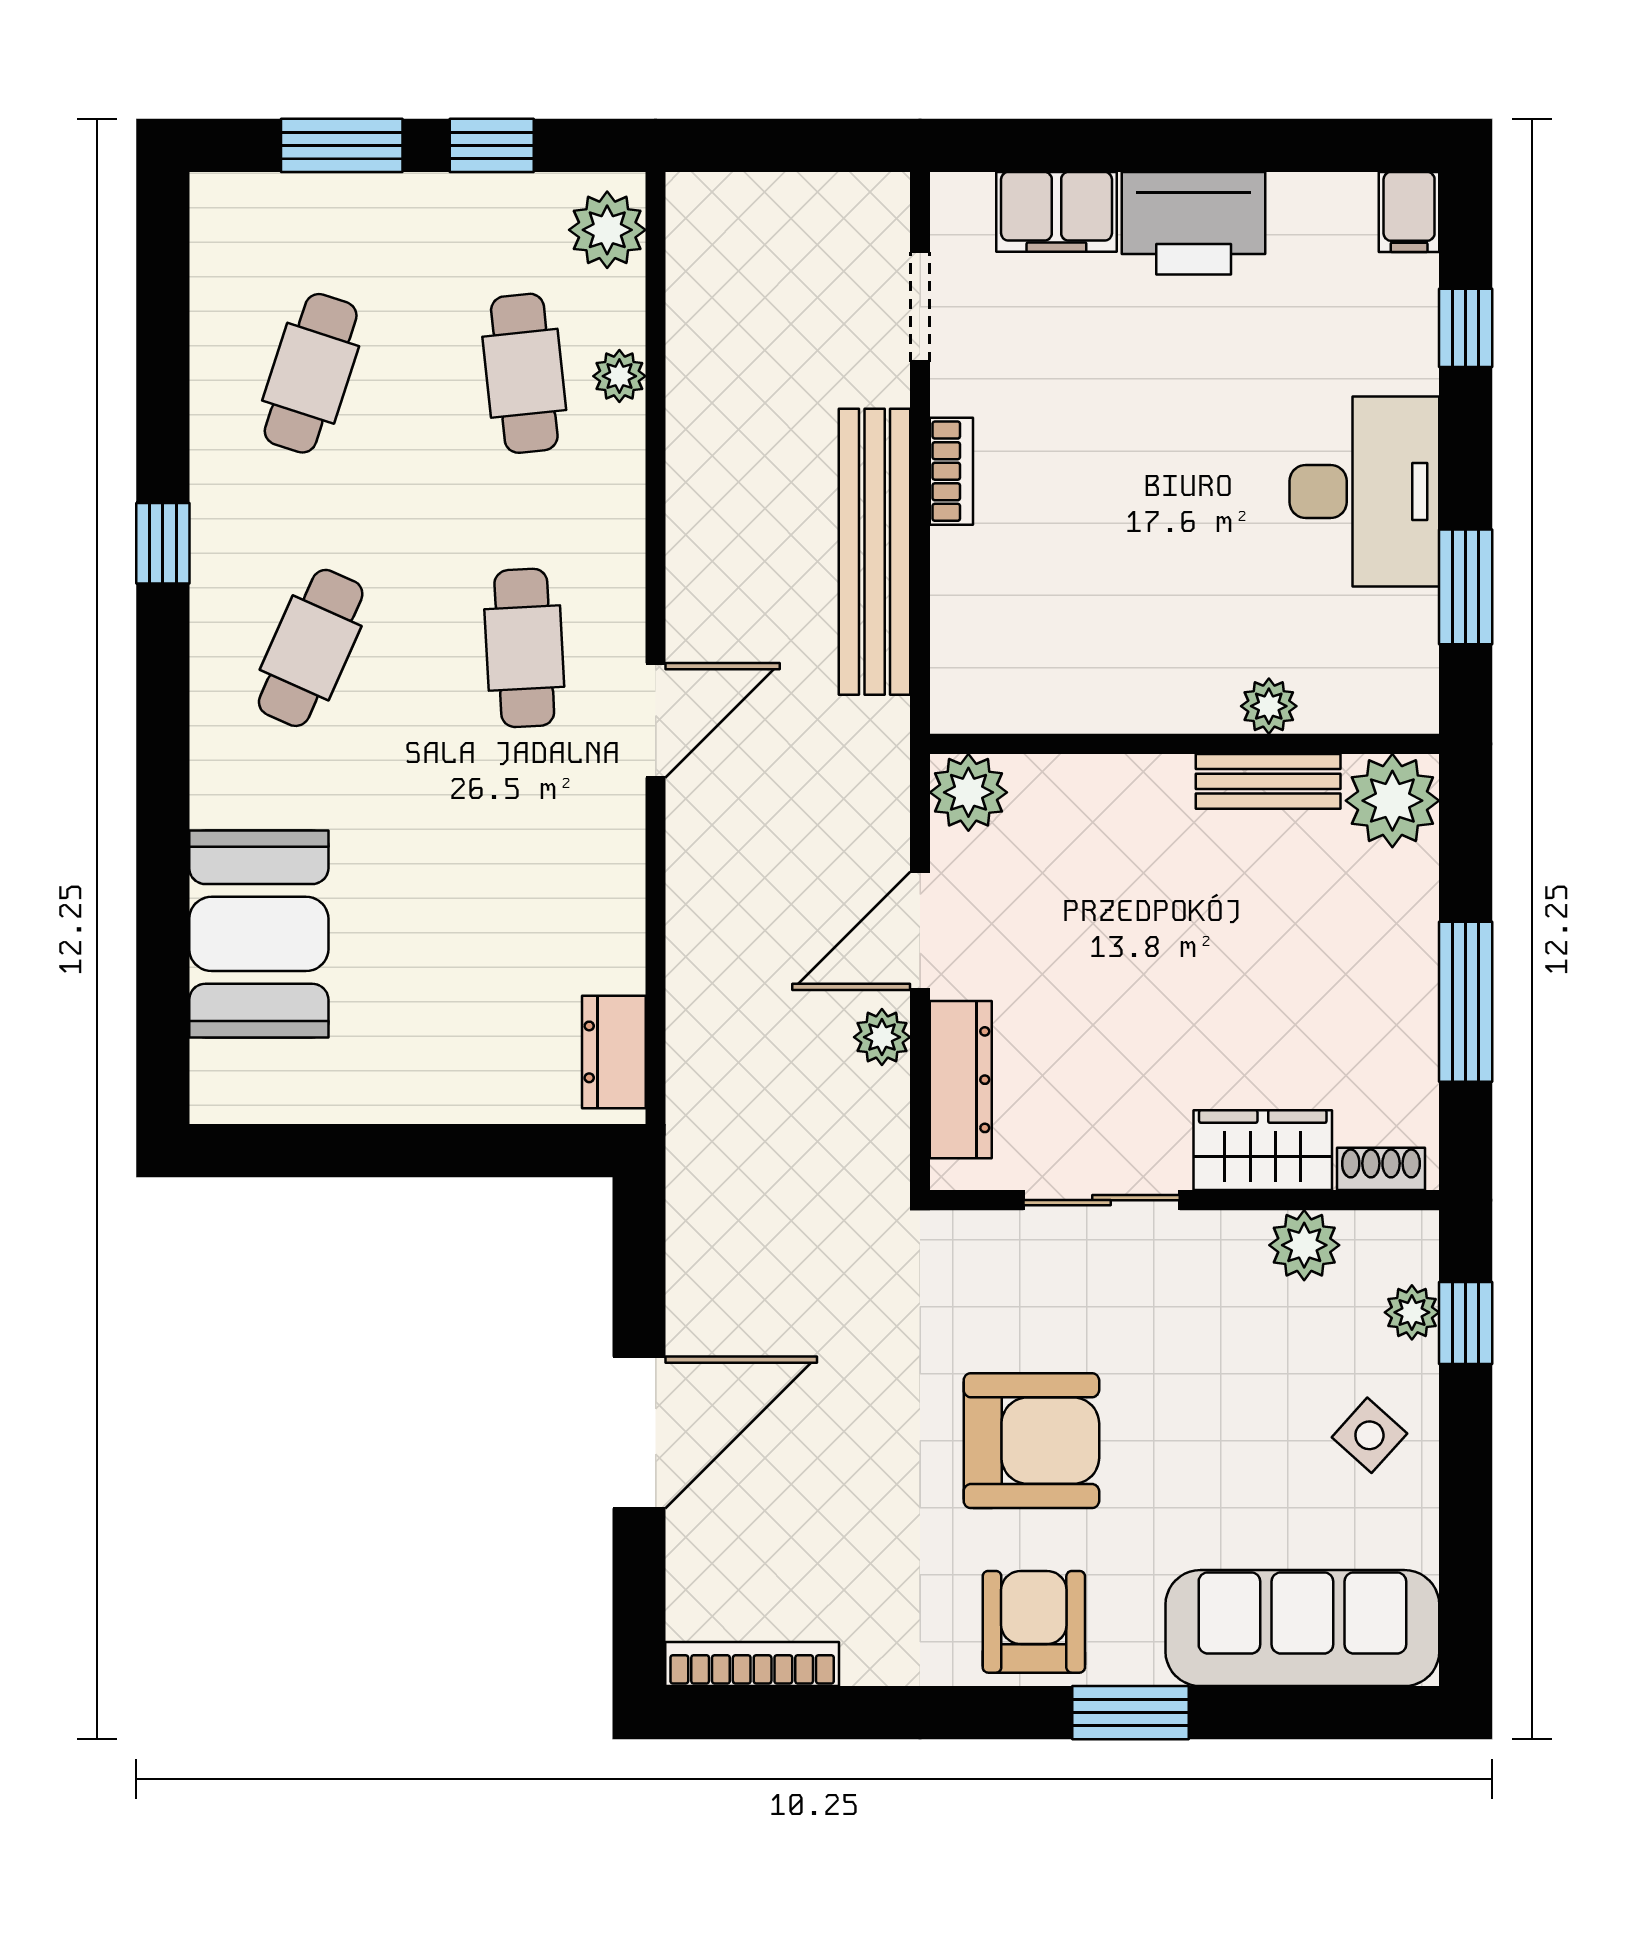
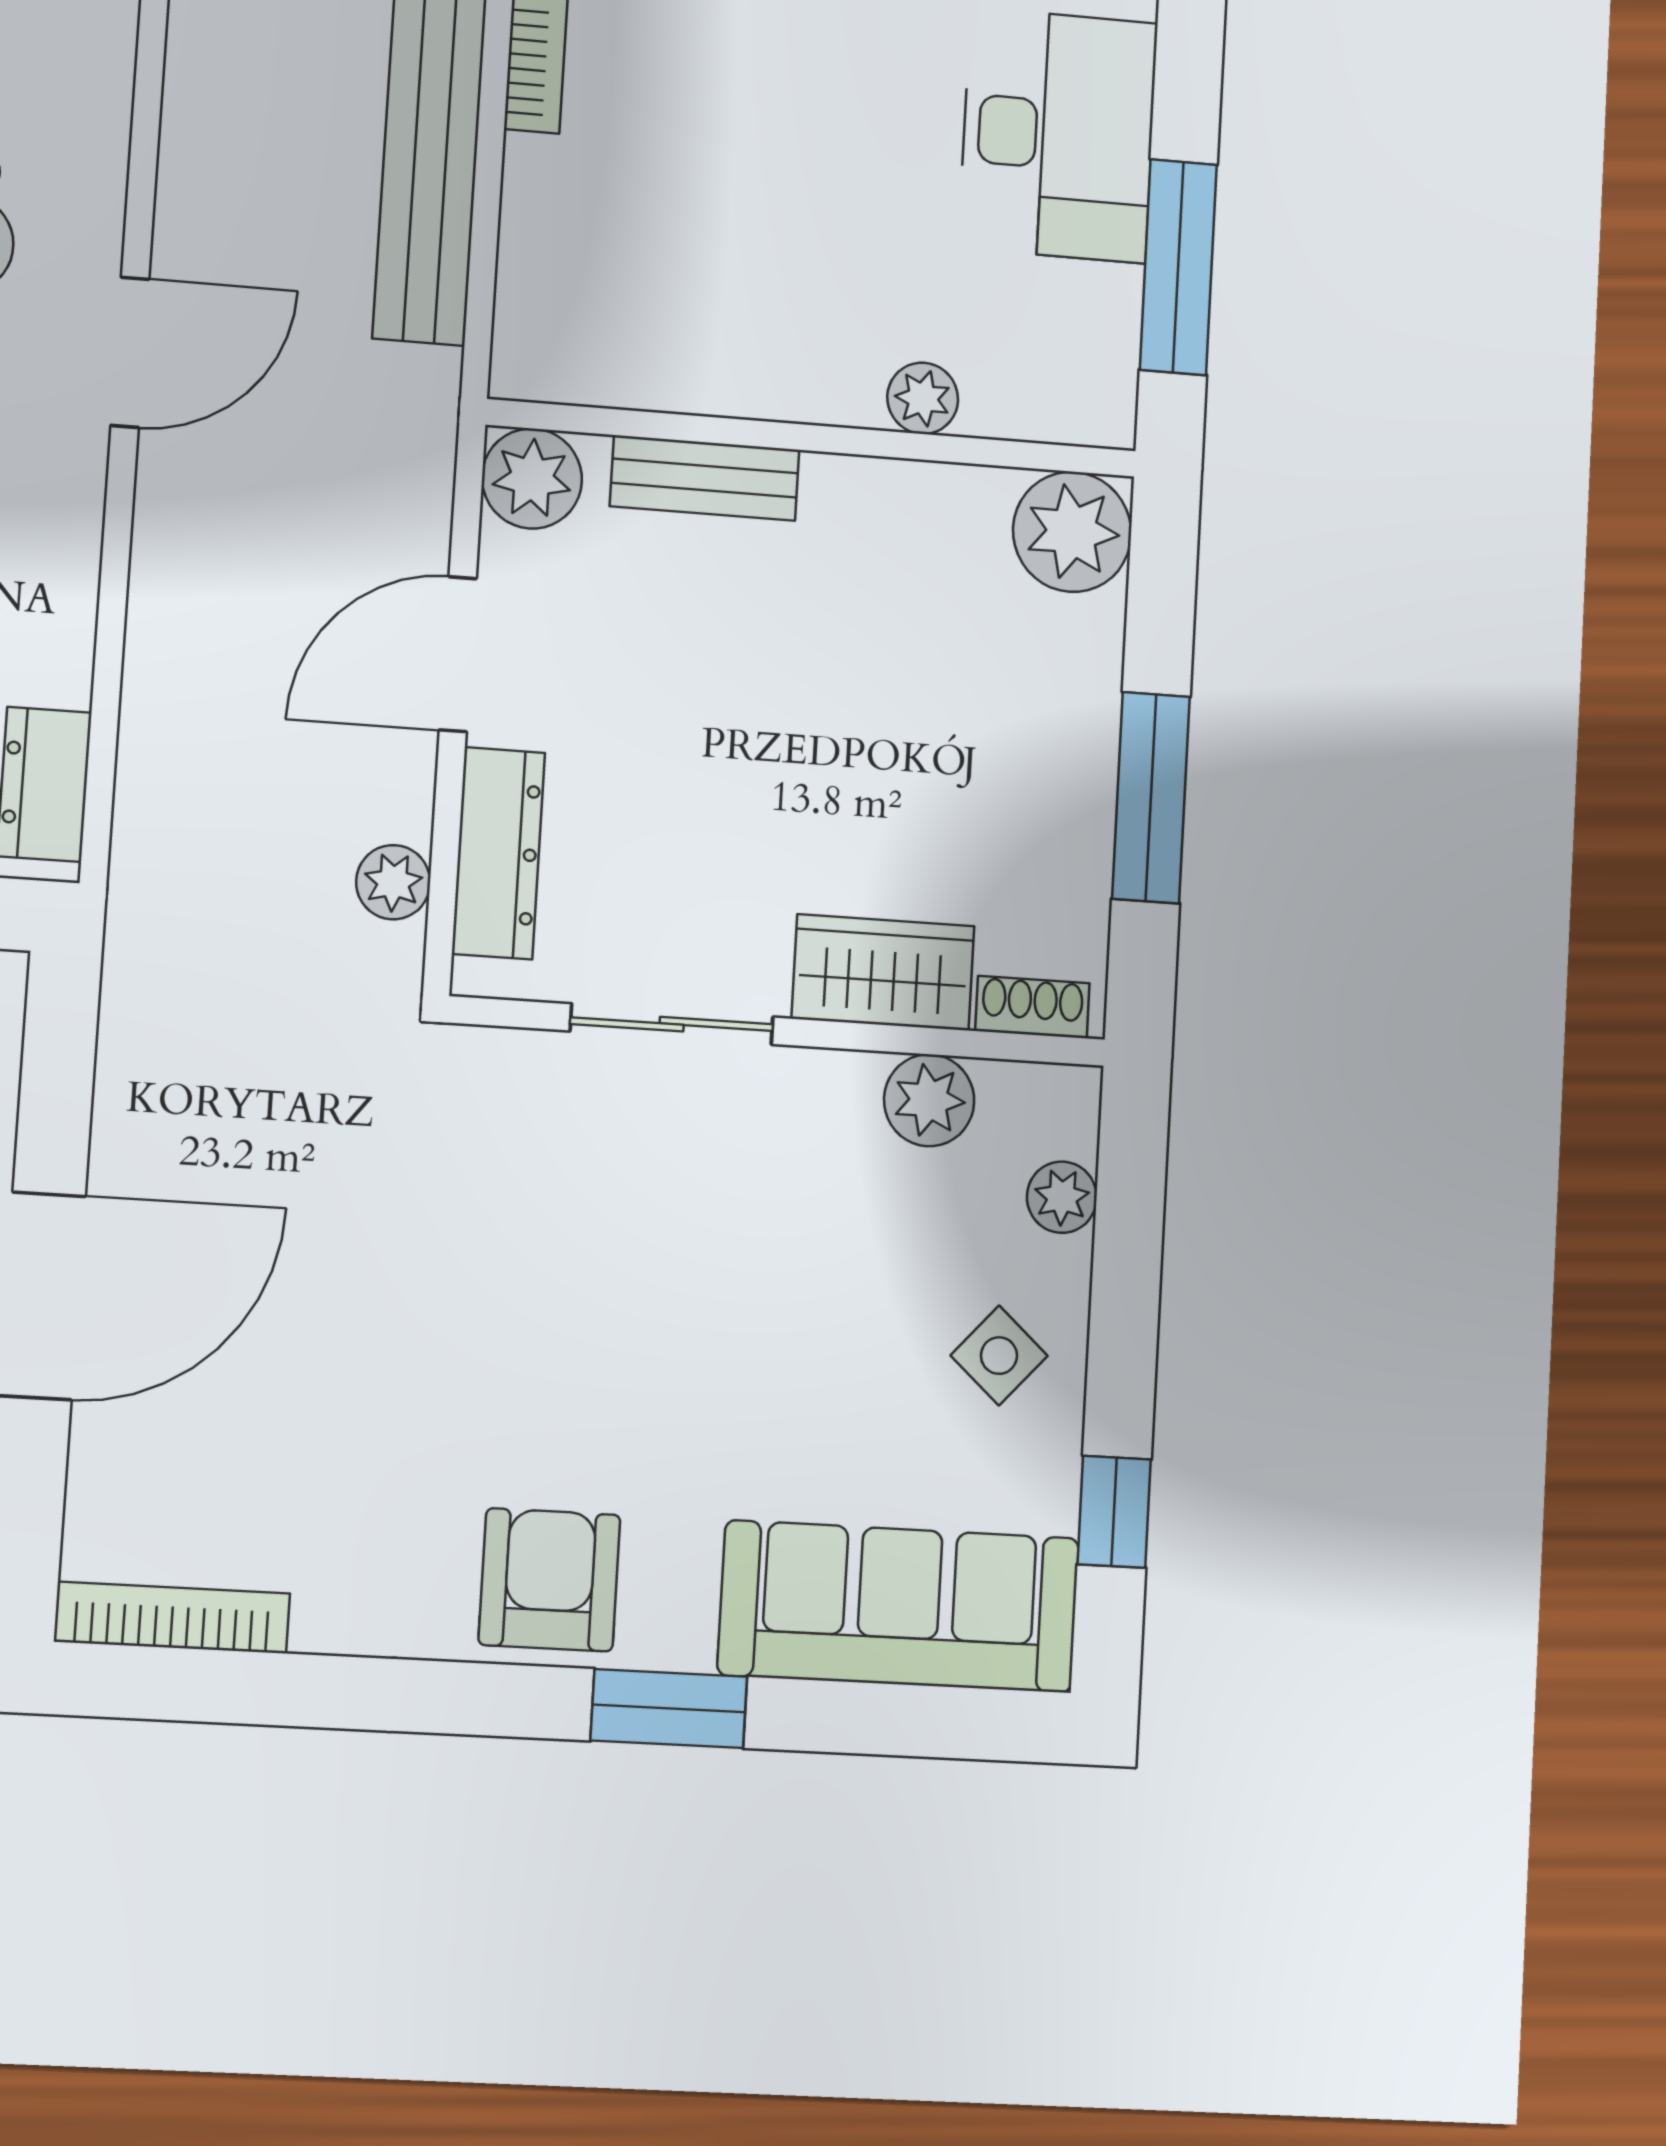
window: (1466, 587) -> (1178, 267), width x1.44
bench: (1268, 781) -> (705, 478), moved
plant: (882, 1037) -> (393, 882), moved
window: (1466, 1323) -> (1114, 1512), moved
armchair: (1031, 1441) -> (561, 1337), removed

